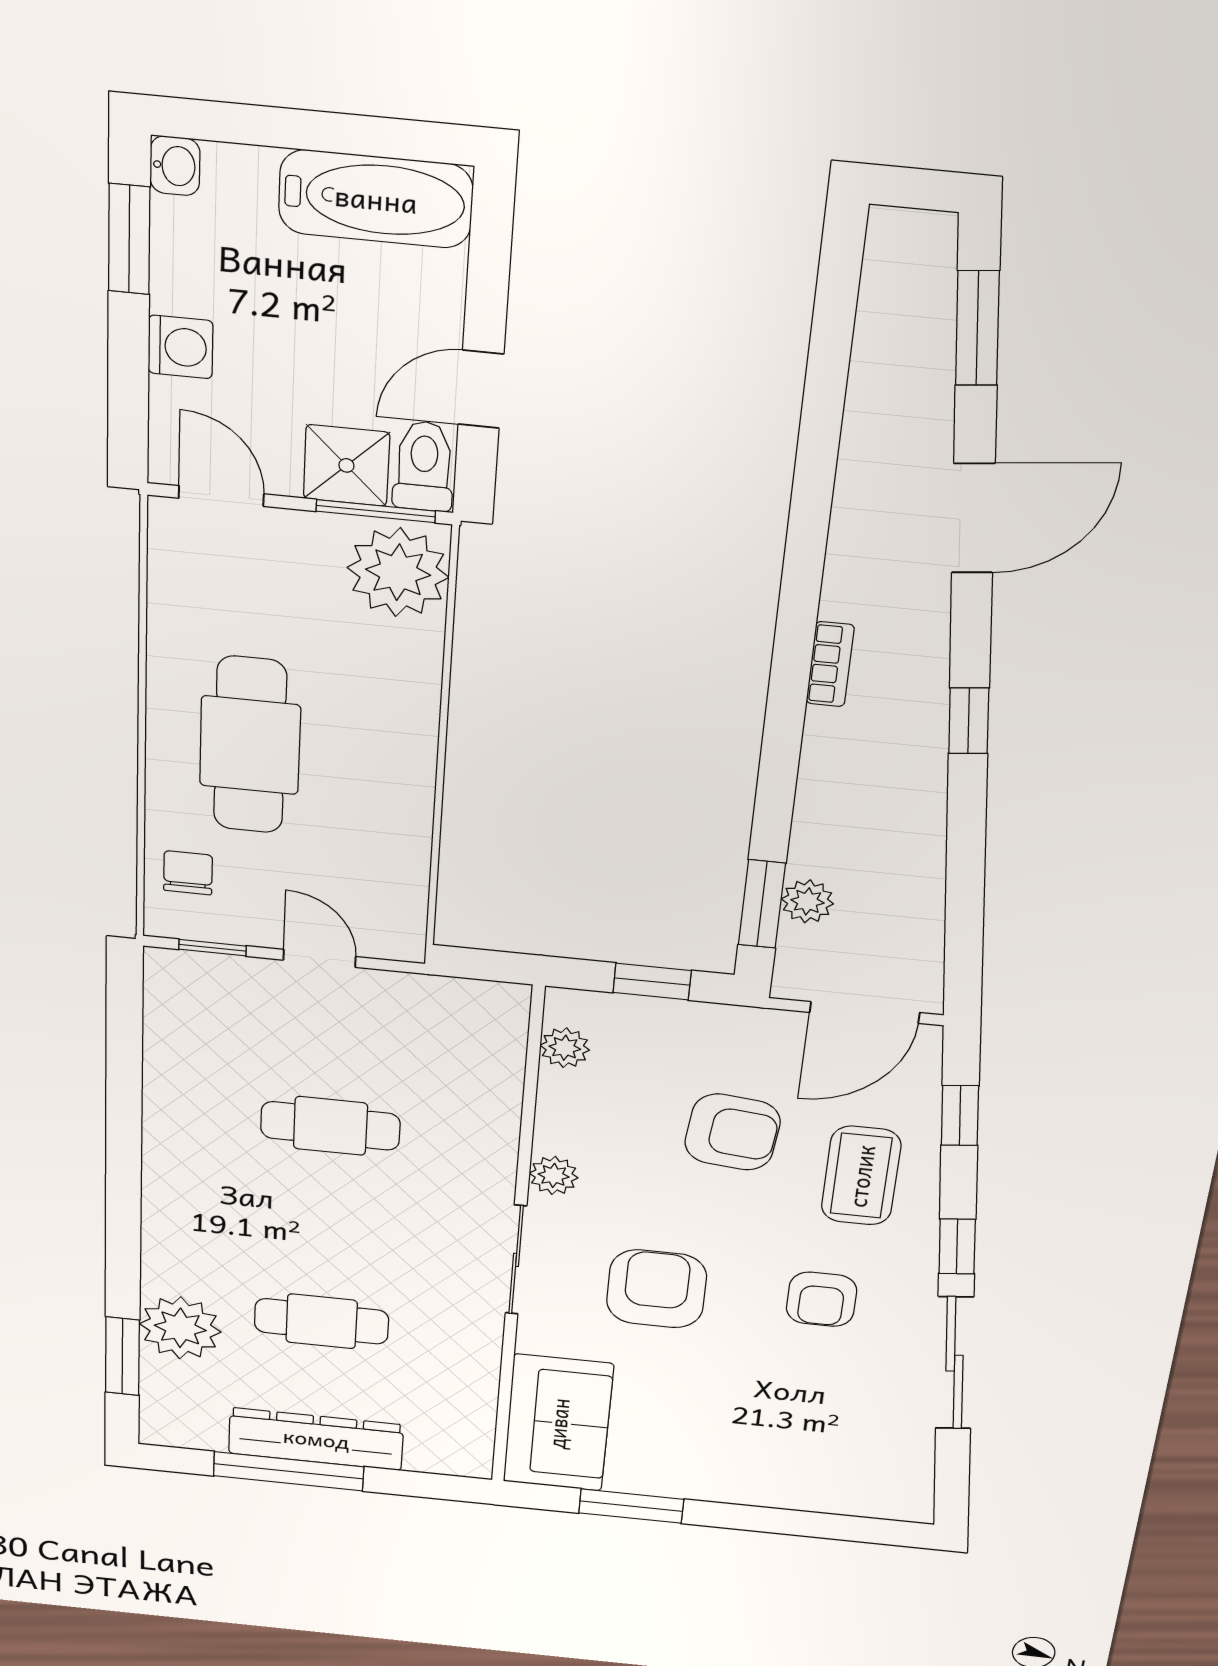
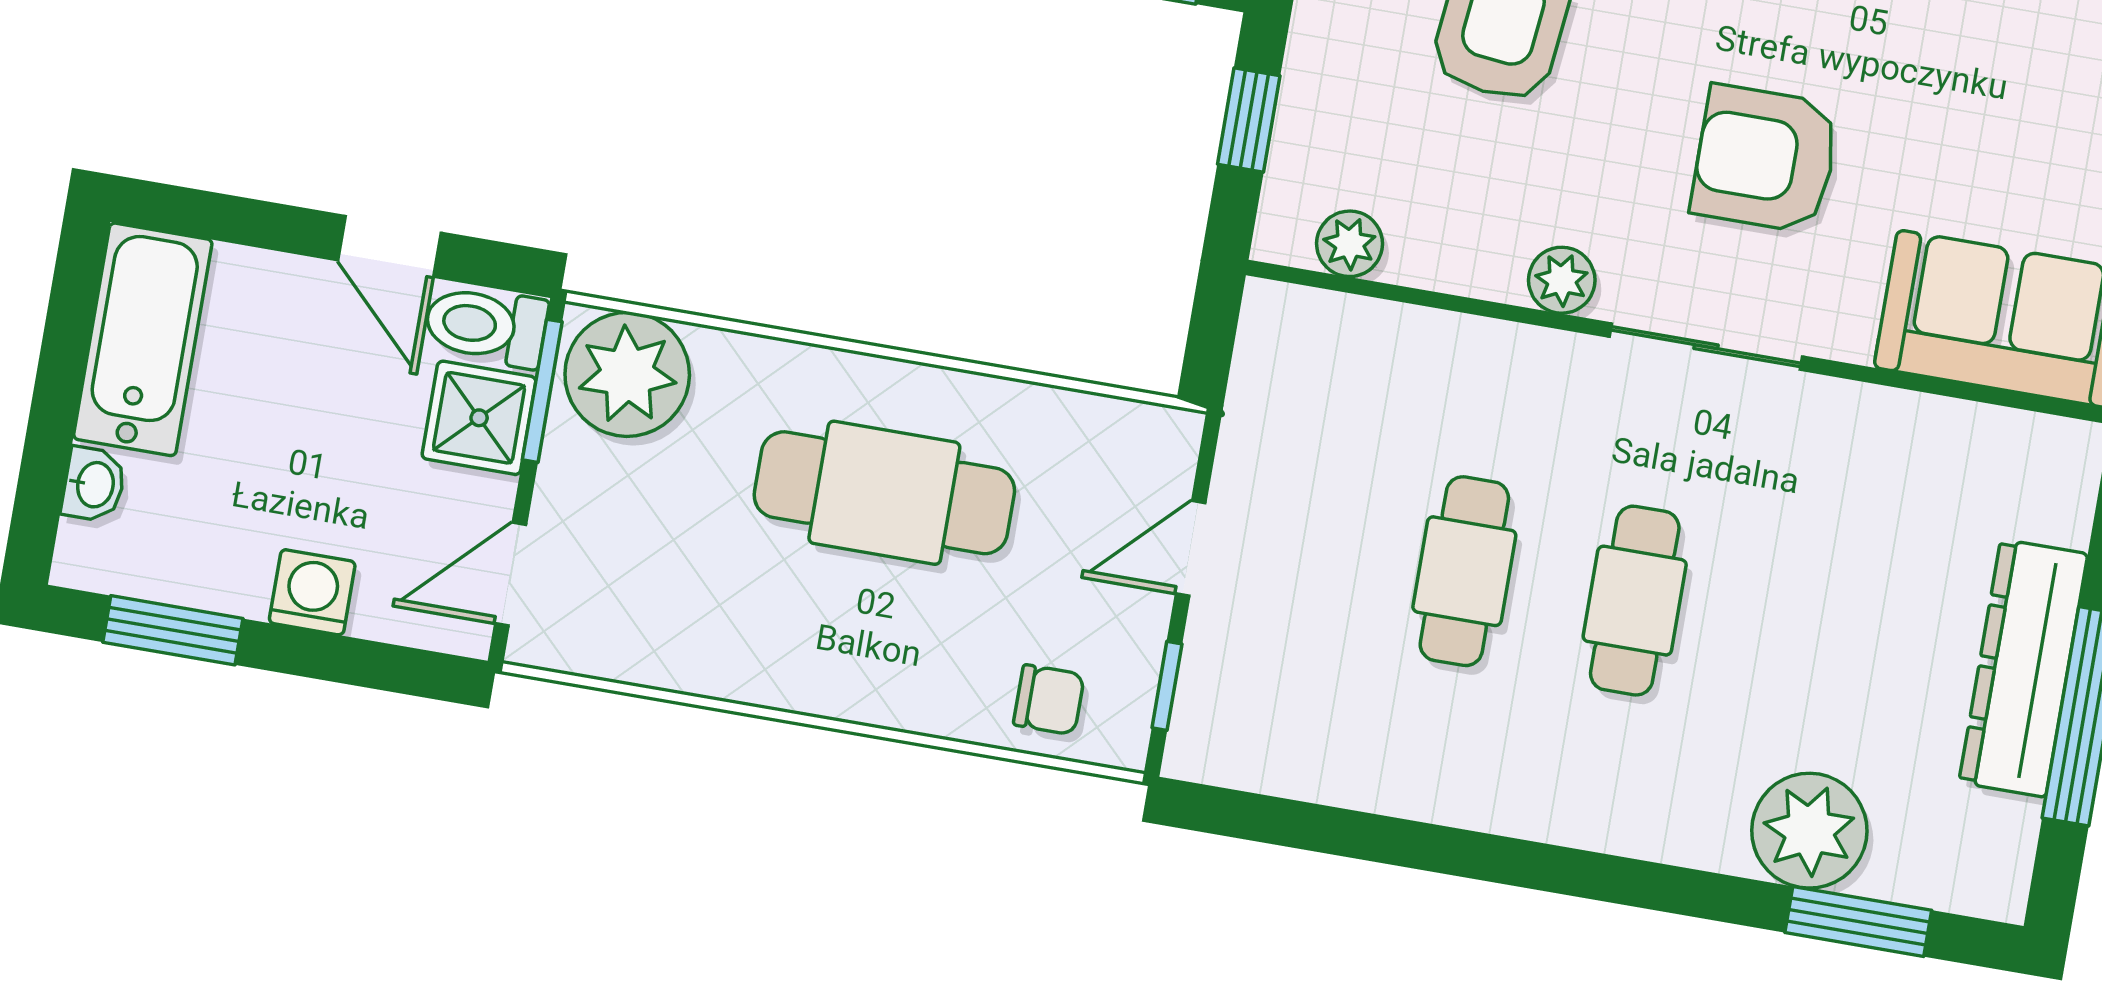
washbasin: (175, 166) -> (94, 484), moved, turned 90
cafe table: (250, 745) -> (884, 493), moved
chair: (188, 873) -> (1049, 700), turned 180
cafe table: (321, 1321) -> (1635, 601), moved

